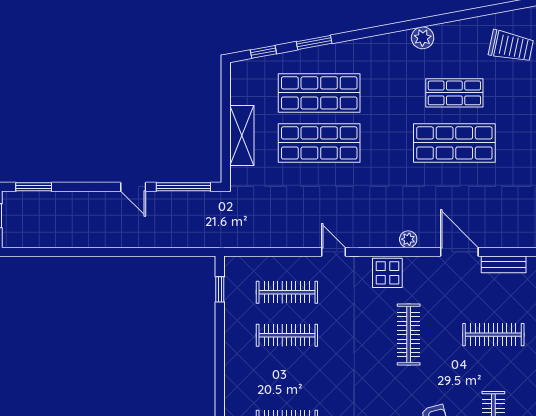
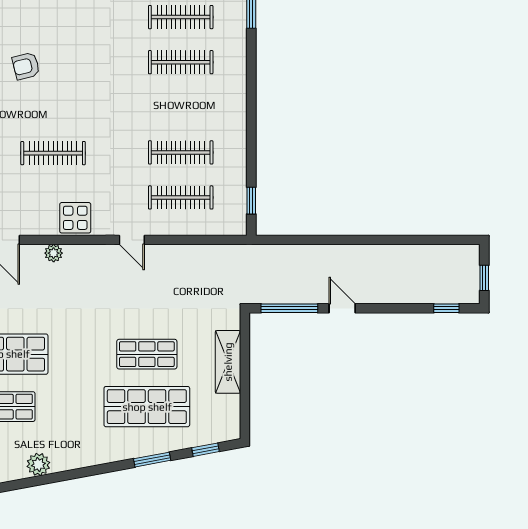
shop shelf: (319, 143) -> (147, 354), width x0.70, depth x0.74
window: (34, 187) -> (446, 308), width x0.67
clothes rail: (409, 335) -> (53, 153), turned 90

